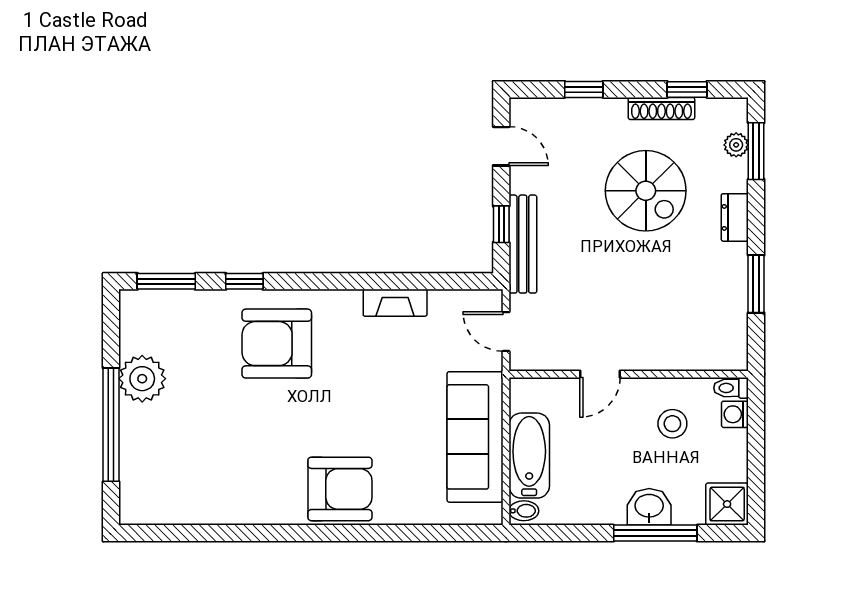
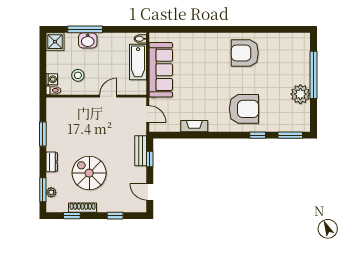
bench: (523, 244) -> (141, 151), width x0.73
armchair: (340, 489) -> (245, 53), moved

